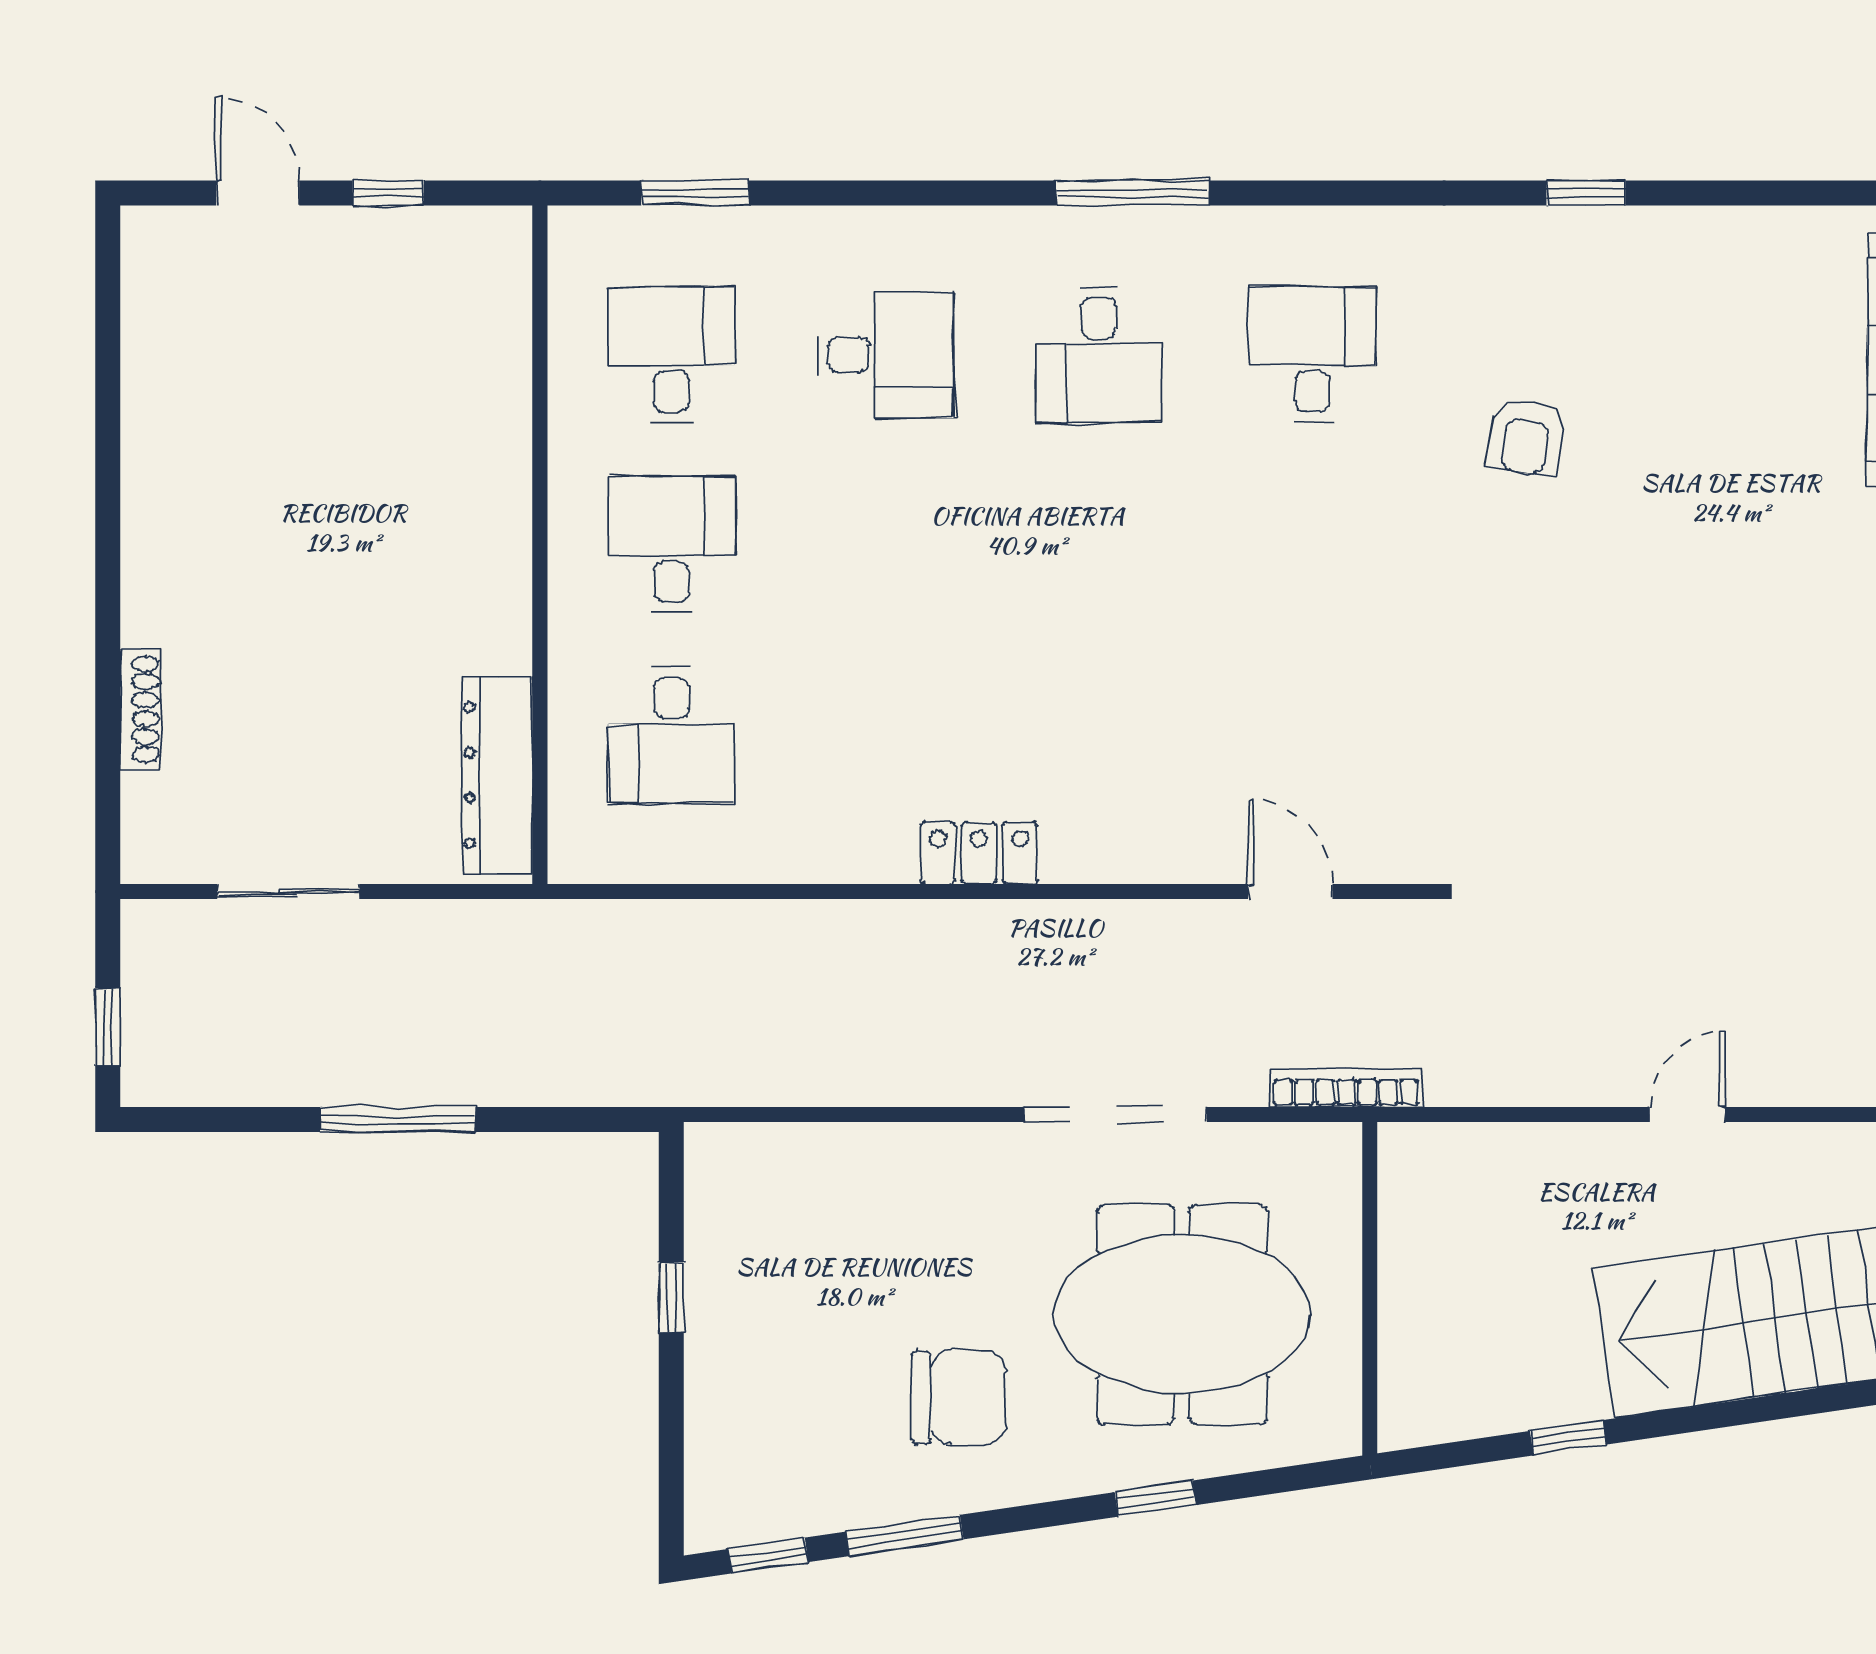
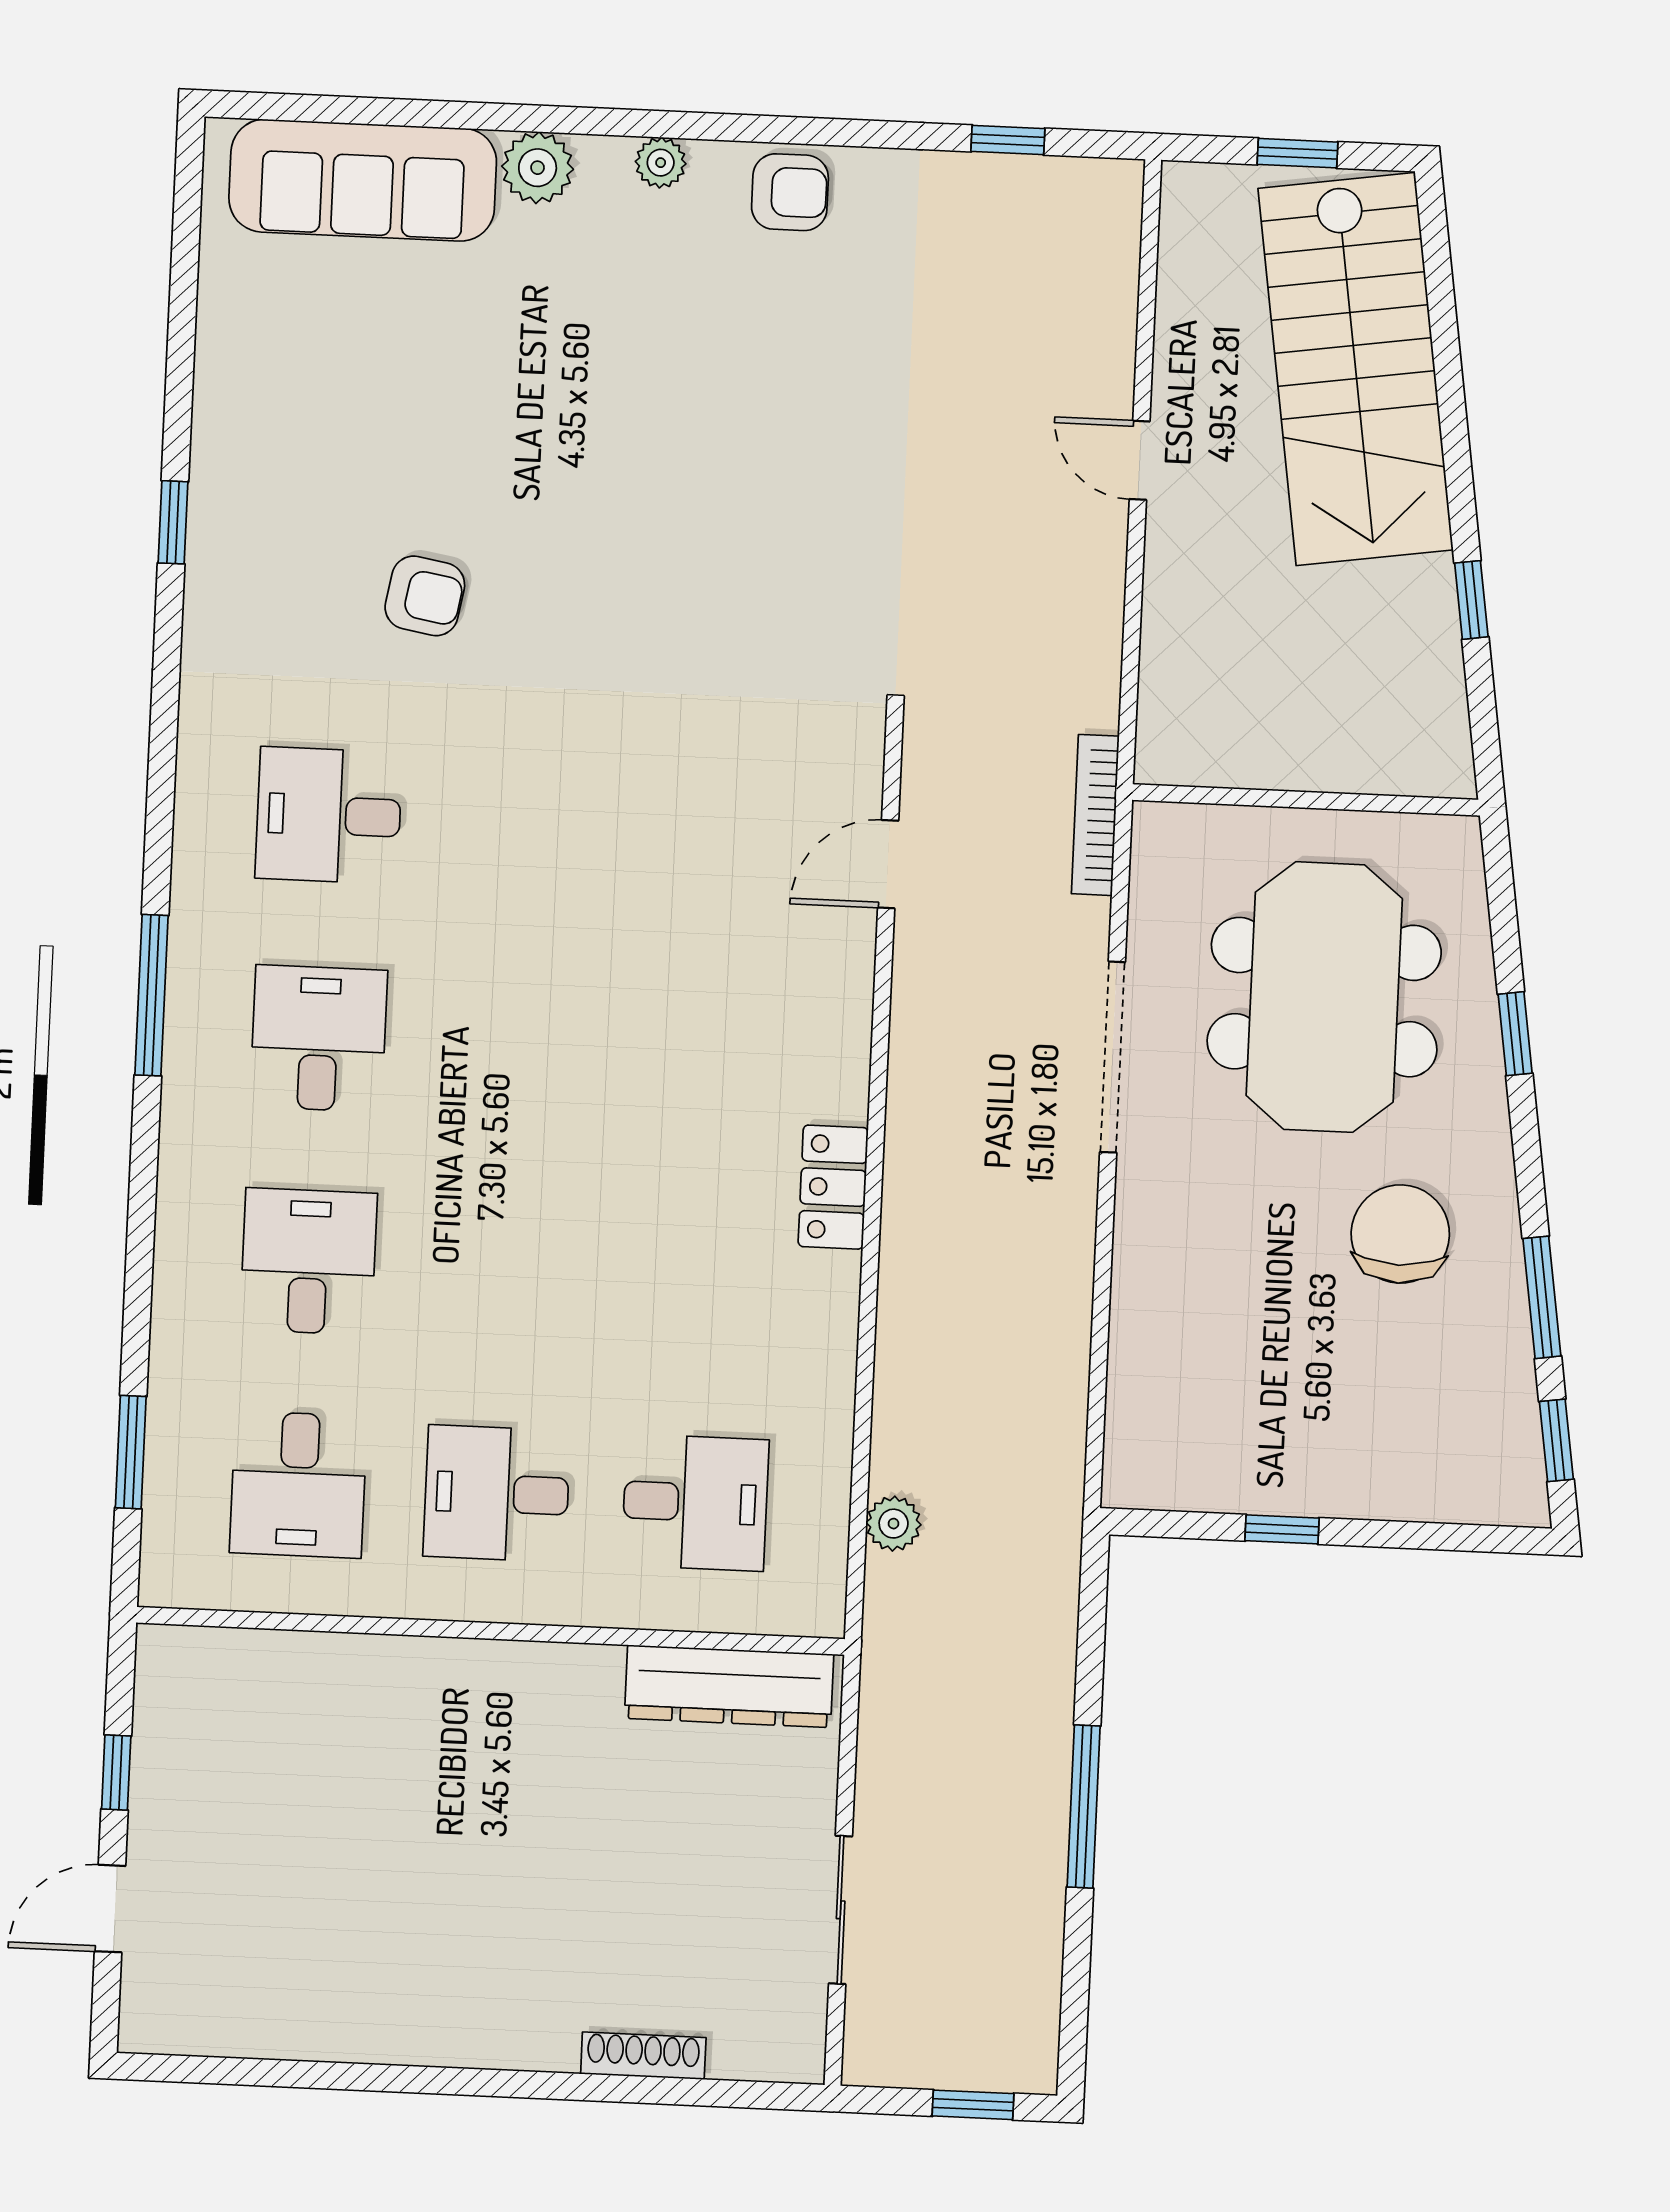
desk: (671, 355) -> (298, 1484), turned -90
desk: (1099, 355) -> (319, 1038), turned -90
plant: (660, 925) -> (894, 1524), added

